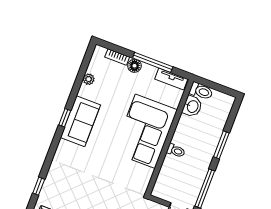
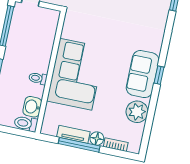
plant: (89, 79) -> (137, 112), width x1.88, depth x1.88
tv unit: (171, 79) -> (73, 134), moved
toilet: (176, 151) -> (38, 78), moved

